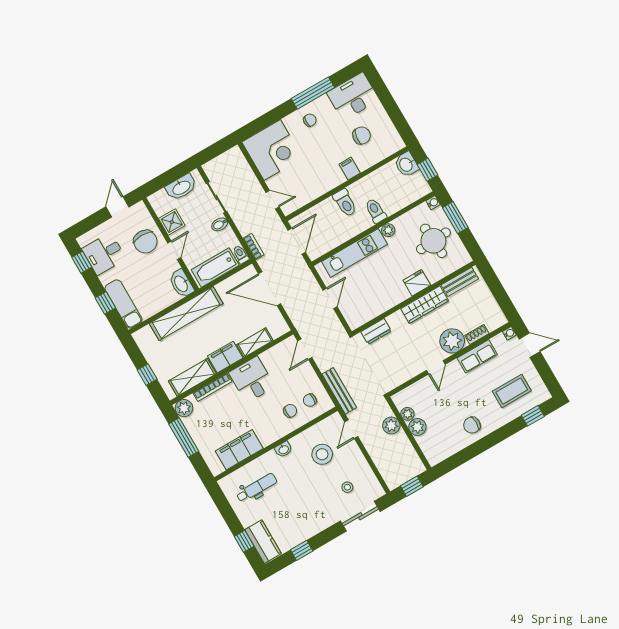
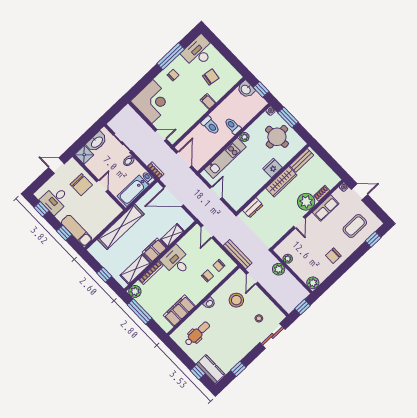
door: (117, 207) -> (57, 166), hinge flipped
shower: (172, 222) -> (84, 155), moved
washbasin: (181, 284) -> (113, 207), removed
plant: (417, 427) -> (313, 283), moved

